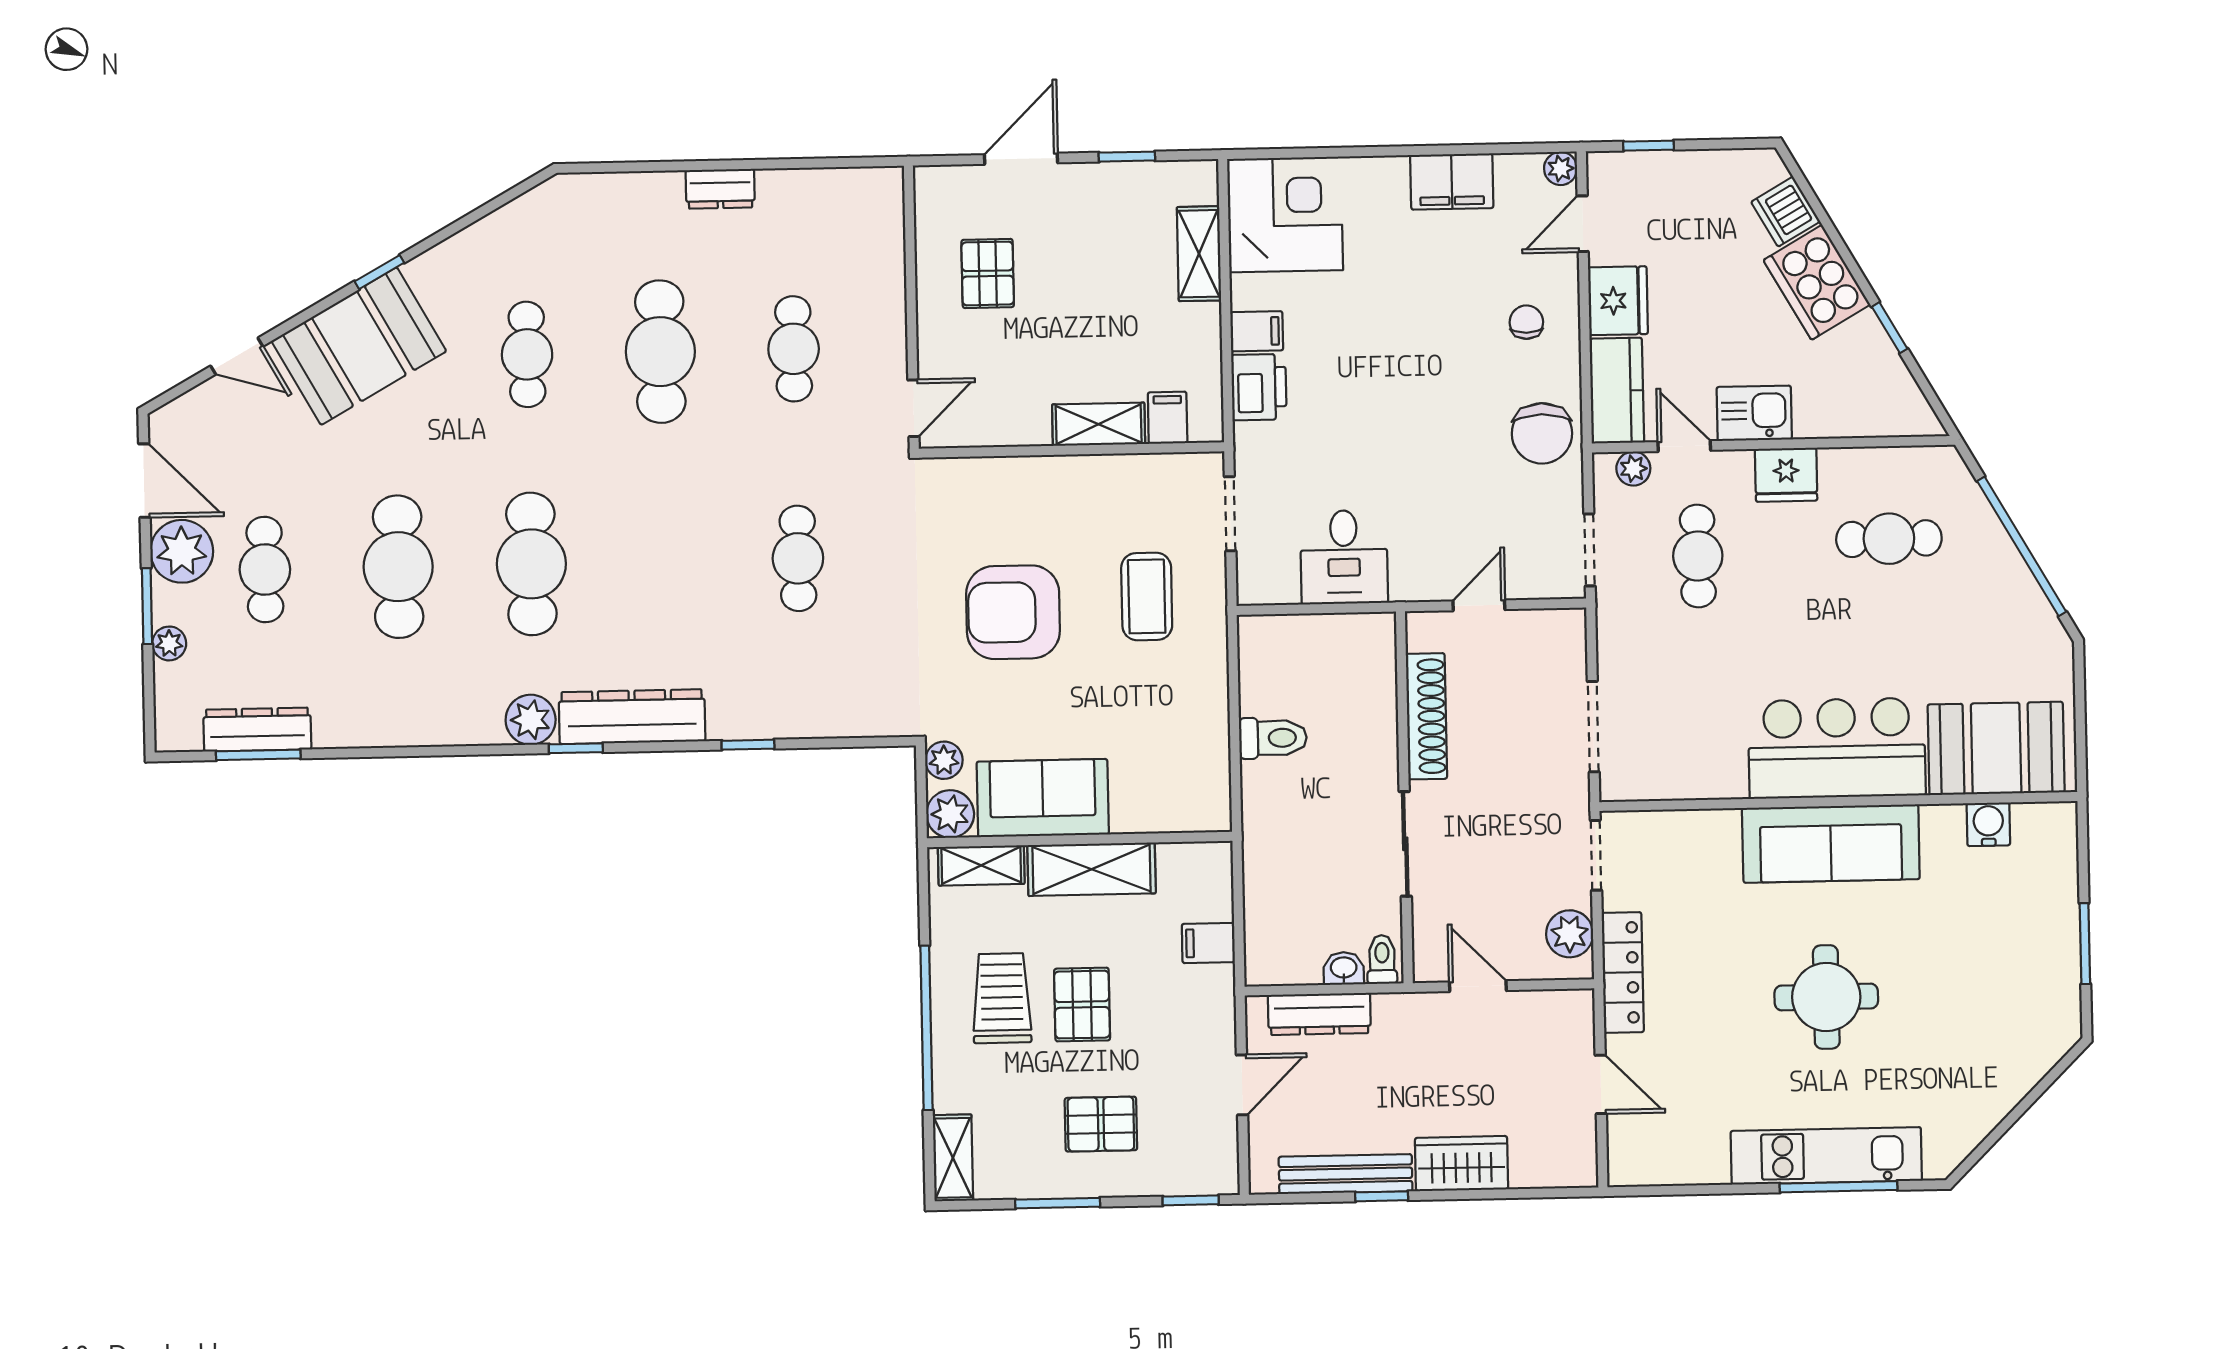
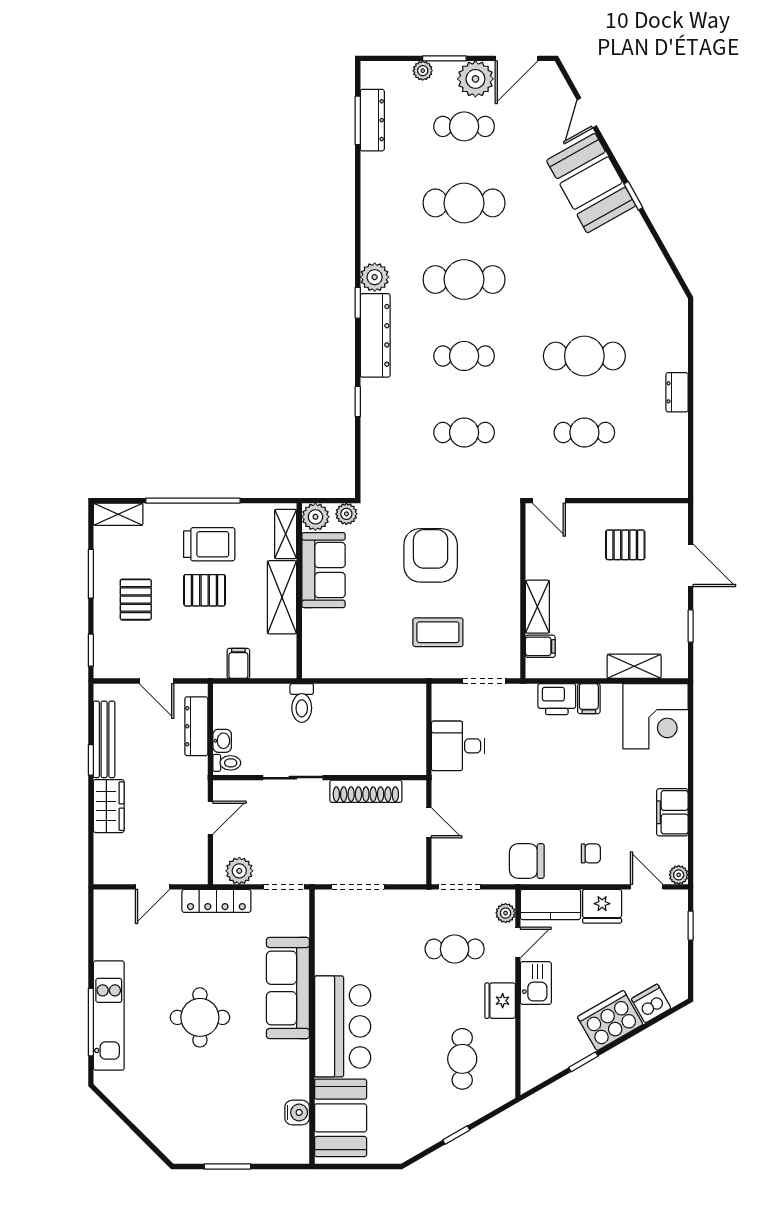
cafe table: (527, 354) -> (464, 356), moved
window: (2022, 546) -> (456, 1135), width x0.32
toilet: (1273, 738) -> (302, 703), moved
sofa: (1831, 844) -> (288, 988), moved

